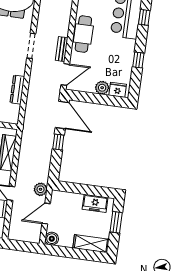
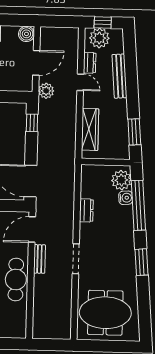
dresser: (17, 90) -> (86, 210), width x0.70
window: (58, 142) -> (32, 123), moved

